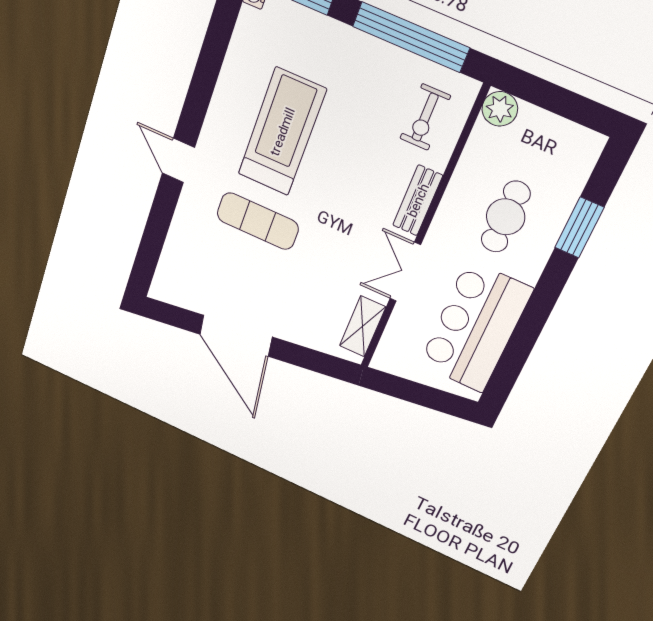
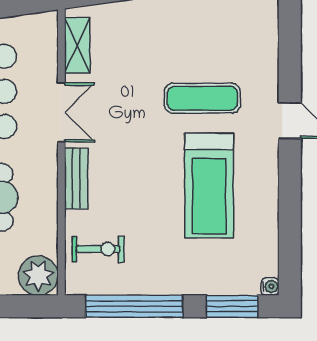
plant: (500, 109) -> (38, 276), width x1.36, depth x1.36
exercise bike: (425, 117) -> (98, 249), turned 90

